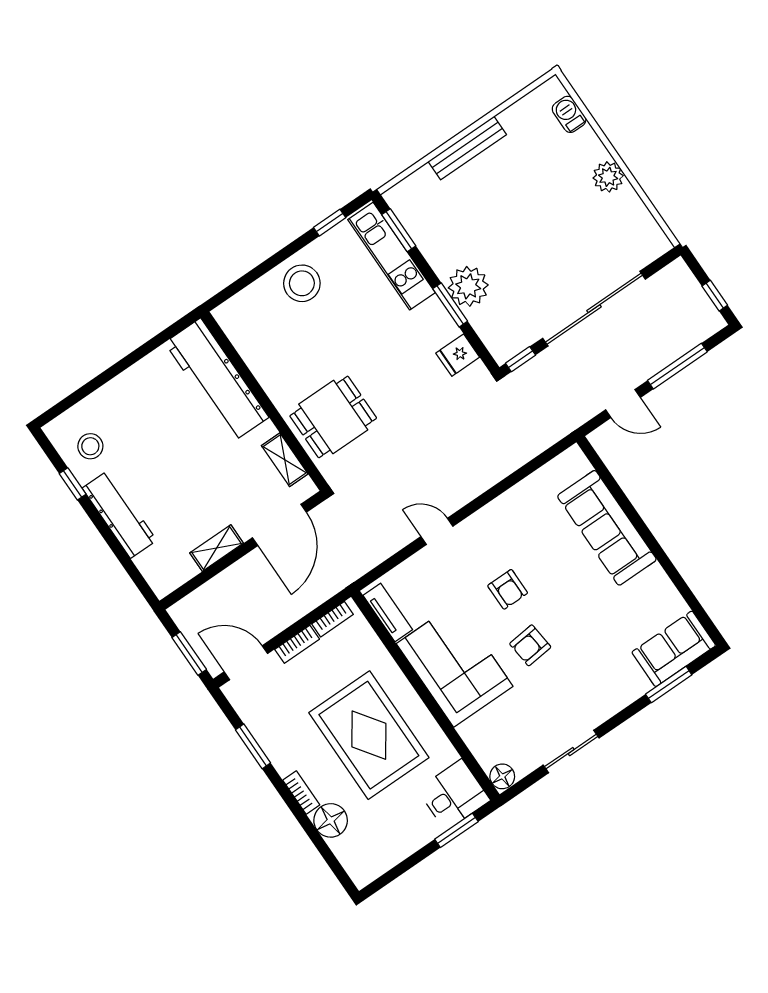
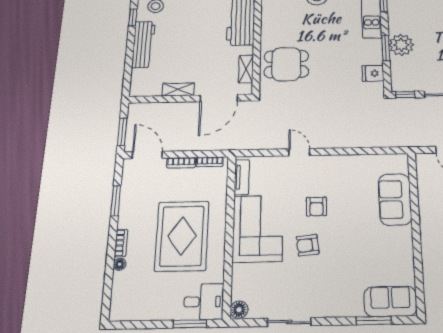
sofa: (607, 528) -> (395, 199), width x0.73
floor lamp: (331, 820) -> (120, 264), width x0.53, depth x0.53

